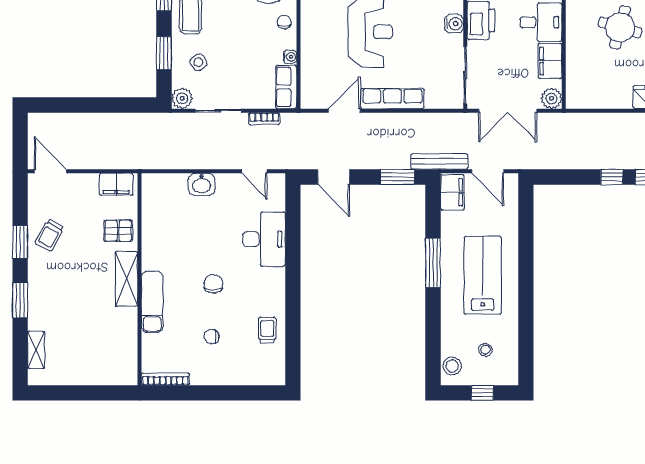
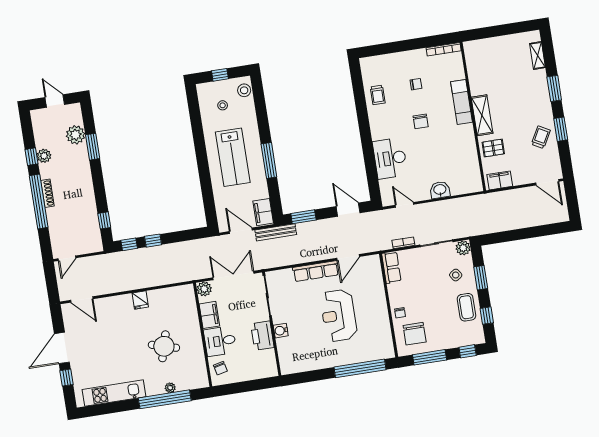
water cooler: (290, 57) -> (392, 289), removed

